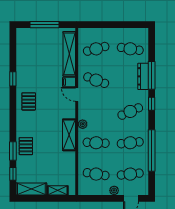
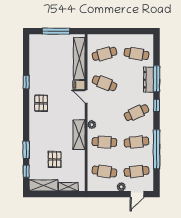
pallet: (26, 146) -> (55, 159), moved

